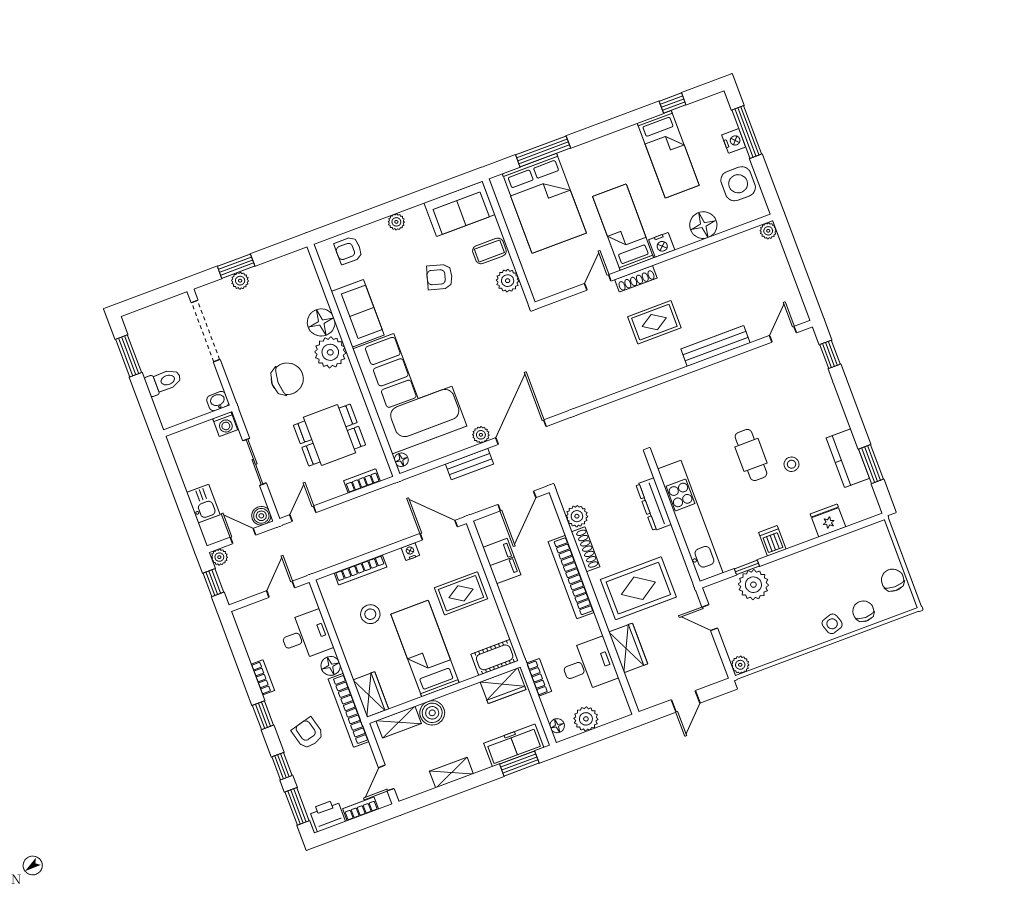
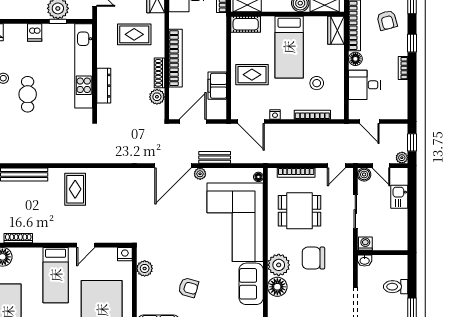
nightstand: (662, 245) -> (125, 254), moved
coffee table: (489, 251) -> (149, 292), removed
shoe rack: (636, 279) -> (18, 238), moved
rug: (654, 322) -> (75, 189), moved, turned 90
bookcase: (362, 481) -> (296, 173), width x1.56
rug: (638, 588) -> (134, 34), width x0.73, depth x0.70
door: (281, 589) -> (369, 121), hinge flipped

